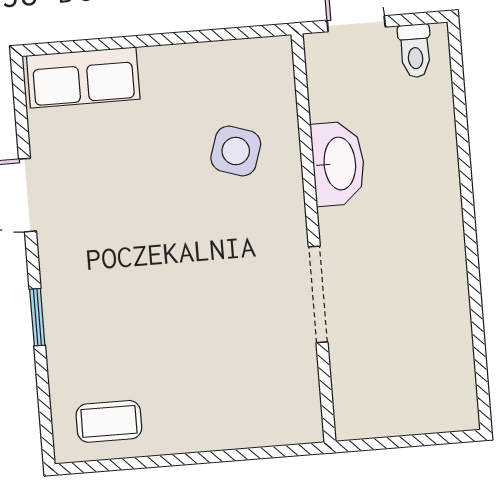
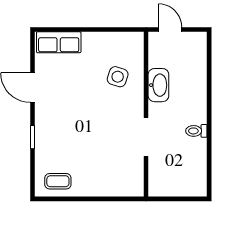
toilet: (415, 51) -> (196, 131), moved, turned 90

